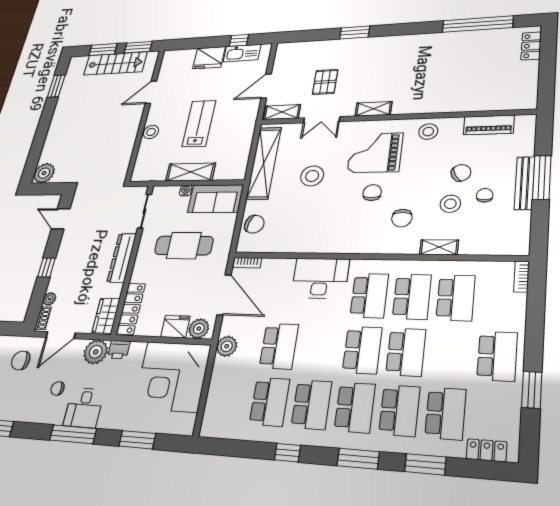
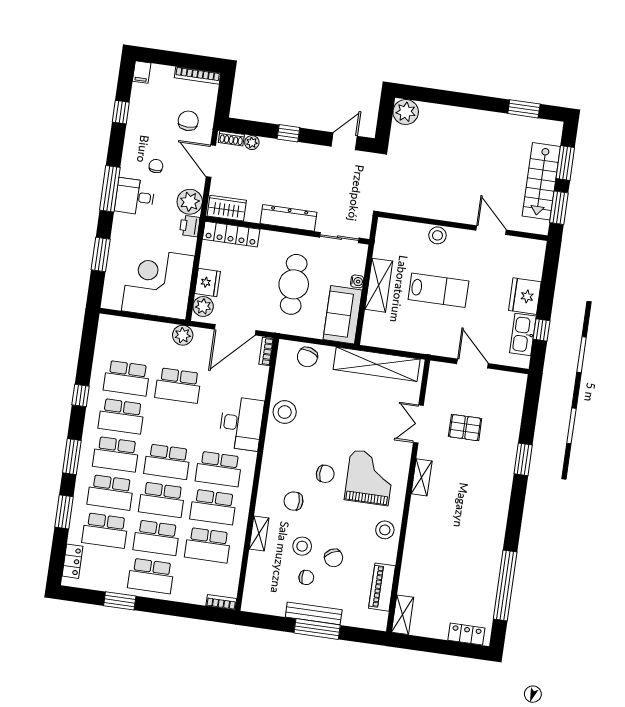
shelving: (282, 112) -> (403, 615), moved
stool: (312, 176) -> (285, 412), moved
school desk: (451, 354) -> (156, 538), added

